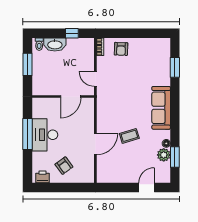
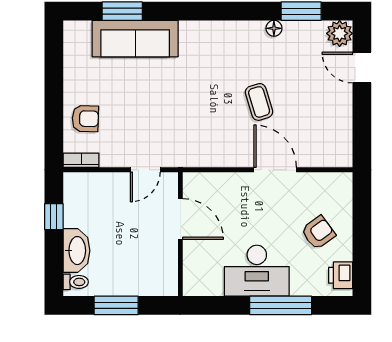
sofa: (161, 108) -> (135, 39), moved
window: (27, 134) -> (281, 305), moved
plant: (164, 155) -> (340, 33), moved

